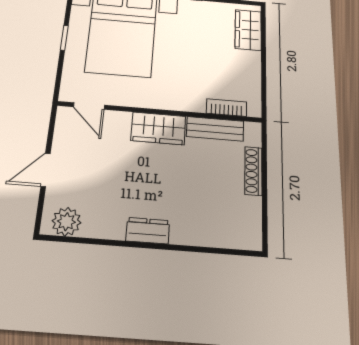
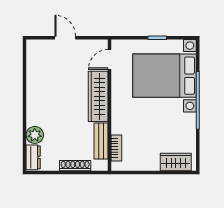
wardrobe: (158, 128) -> (98, 96), width x1.50
plant: (66, 222) -> (35, 135), moved
dresser: (148, 231) -> (33, 157), moved

